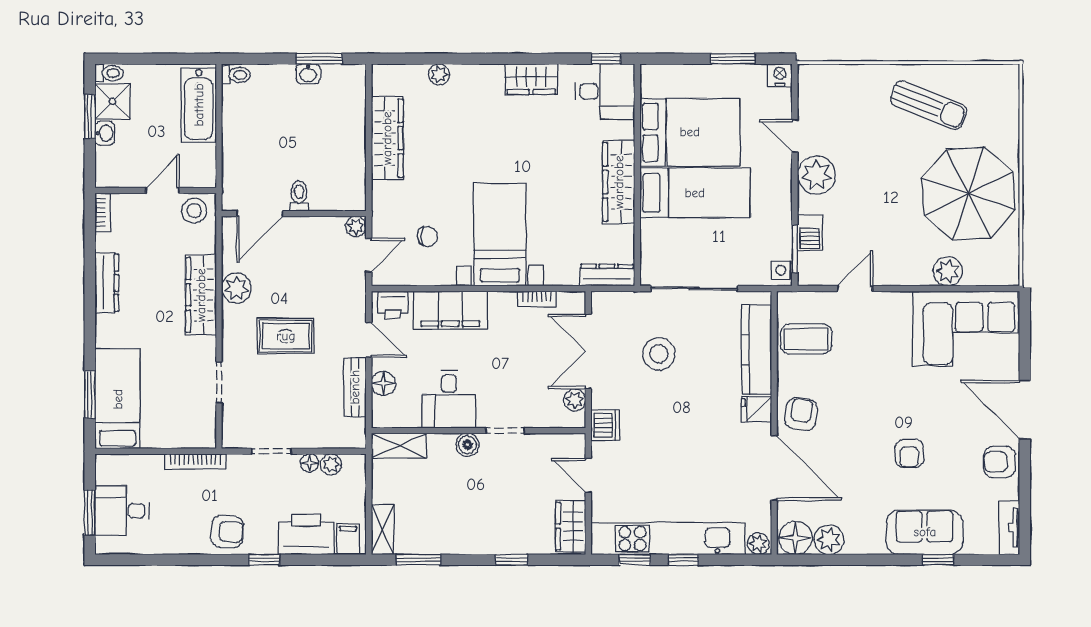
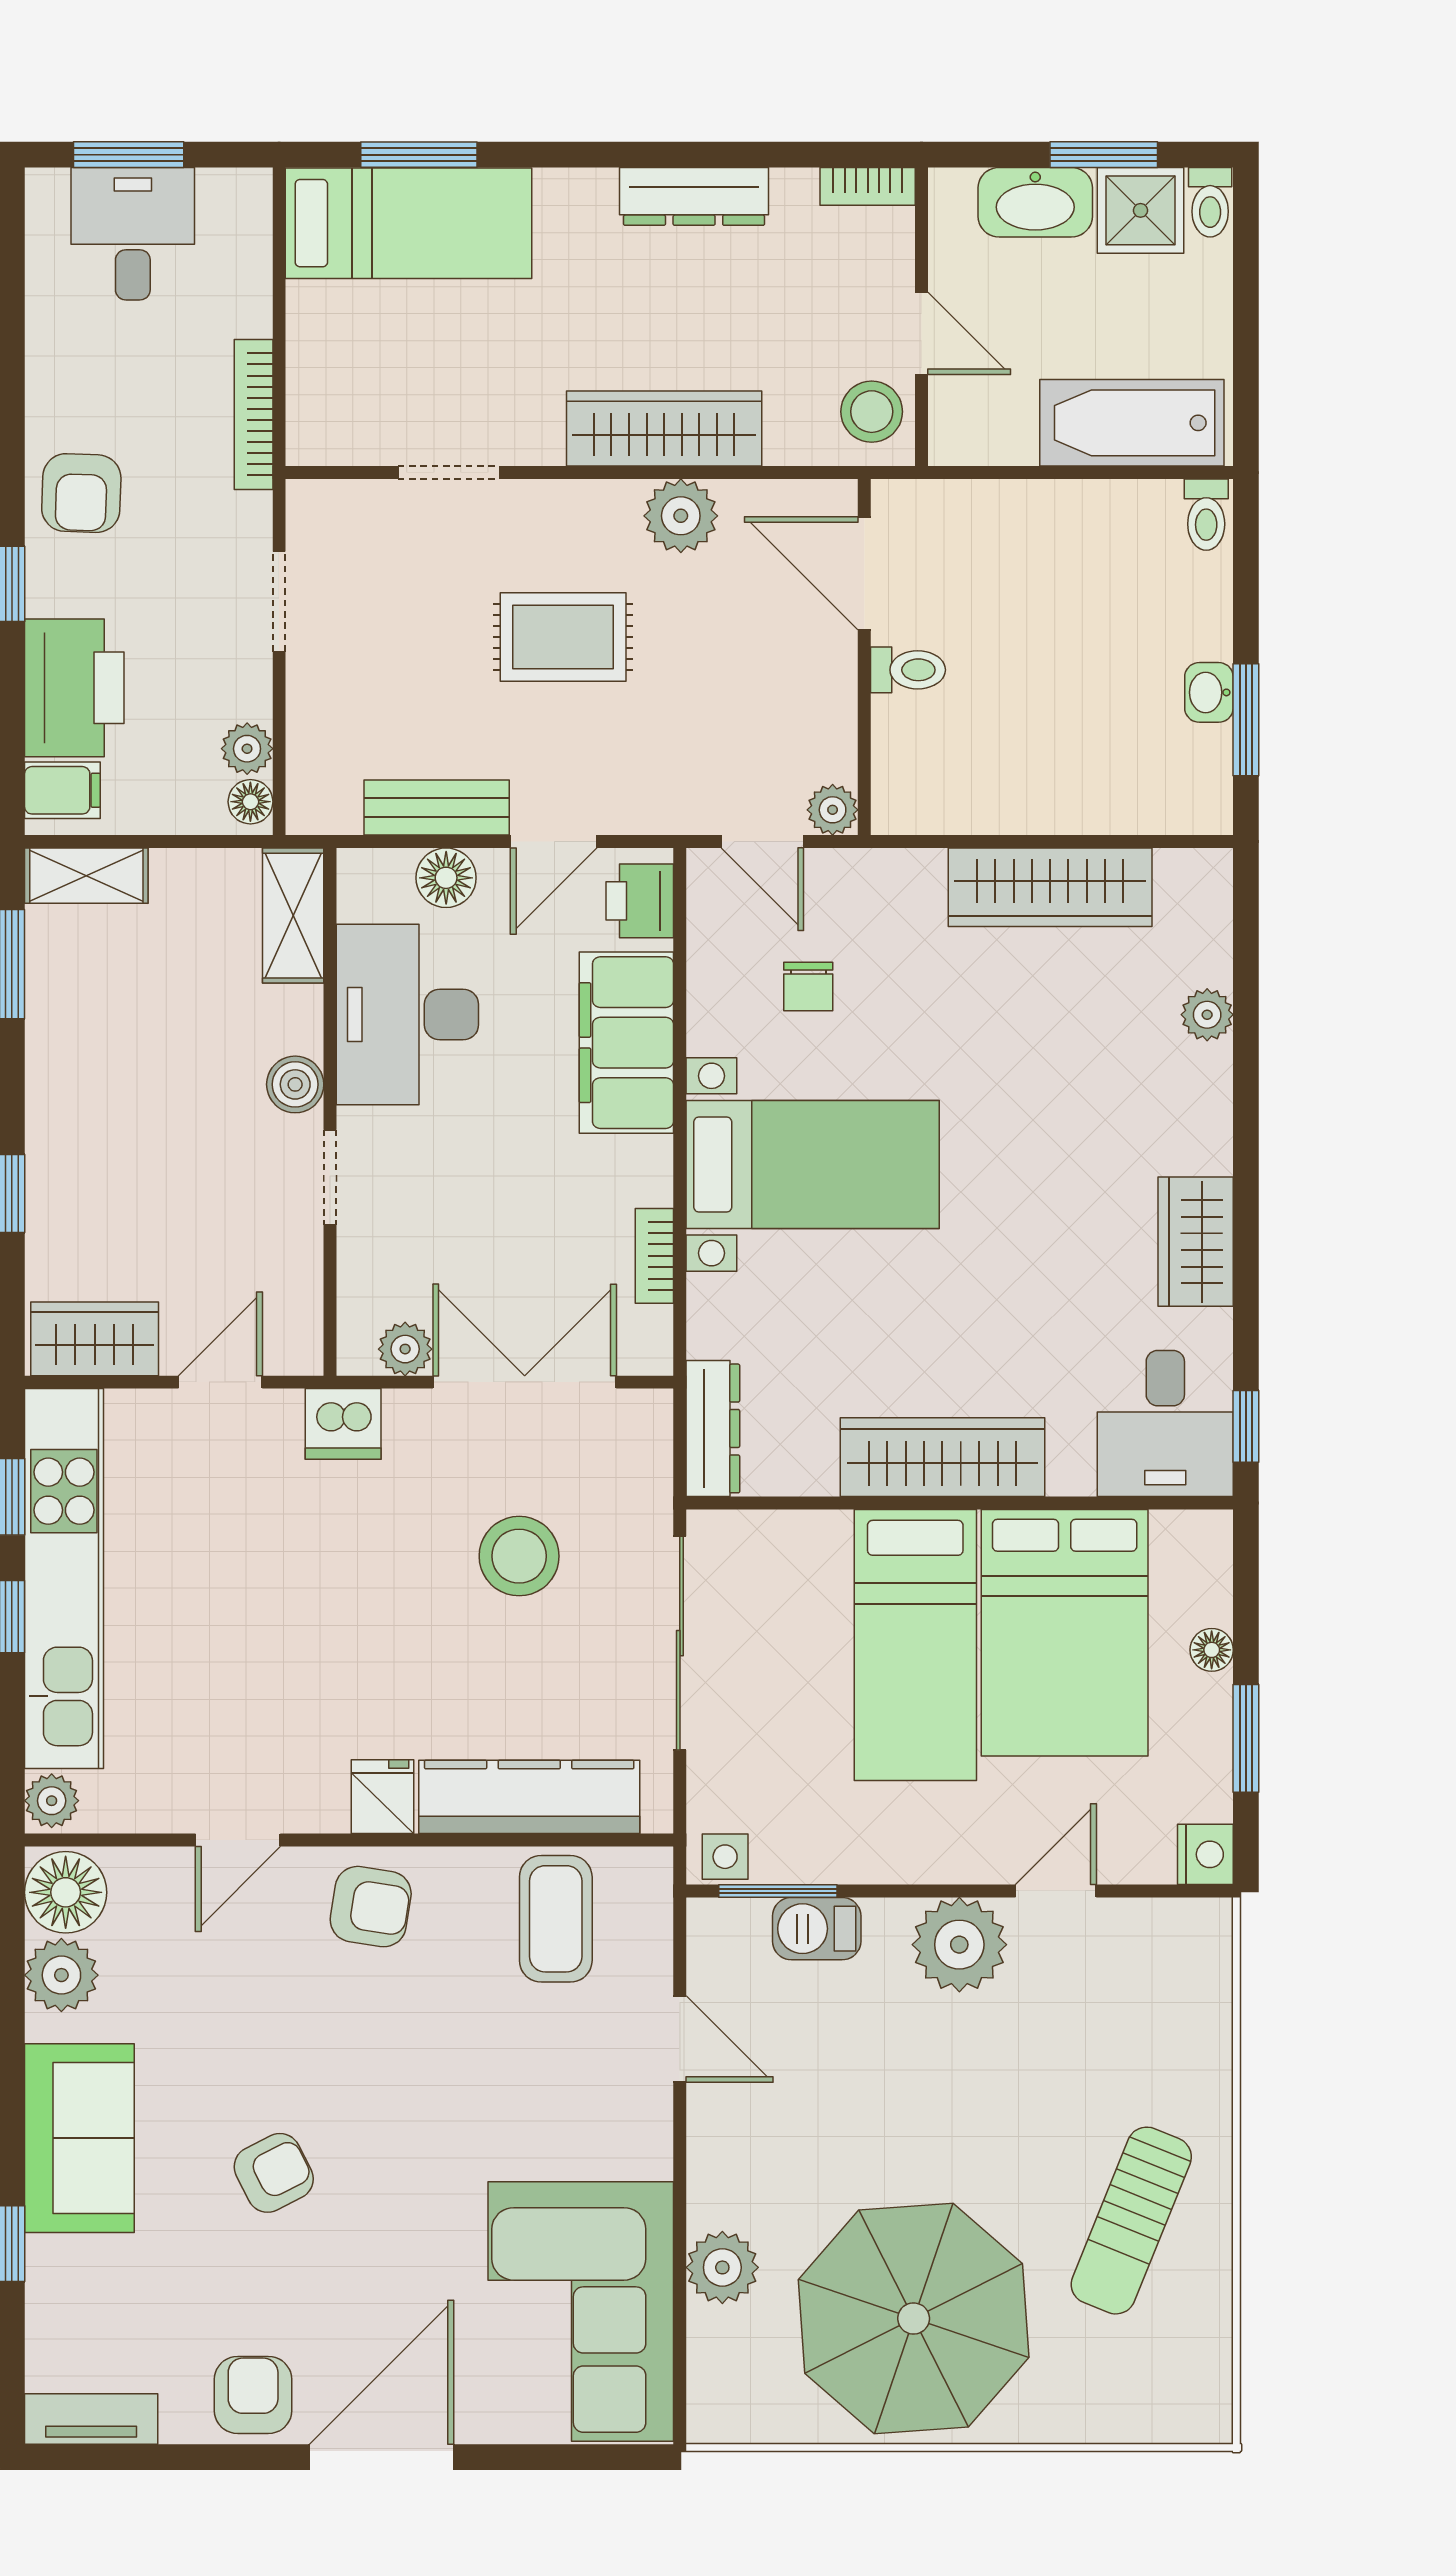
floor lamp: (697, 73) -> (1212, 1650), added
washbasin: (105, 133) -> (1035, 202), width x1.91, depth x1.45
rug: (286, 336) -> (563, 637), turned 90
desk: (449, 399) -> (407, 1015), width x1.37
armchair: (909, 453) -> (274, 2173), turned 153
floor lamp: (309, 463) -> (250, 802), moved
door: (774, 468) -> (238, 1840), width x0.53
sofa: (925, 532) -> (79, 2138), moved

